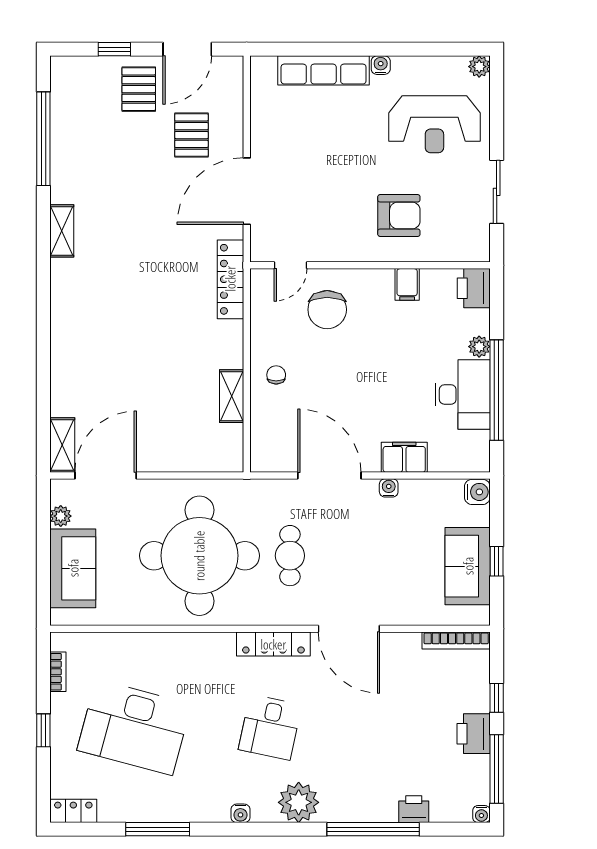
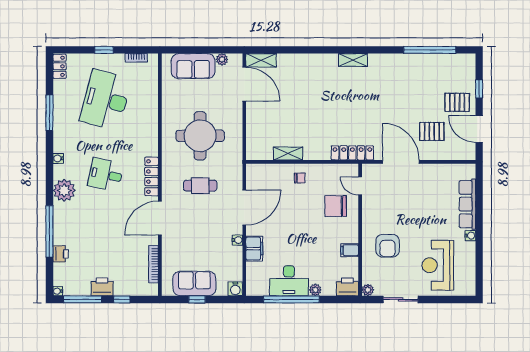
plant: (479, 67) -> (368, 290), moved
shelving: (62, 231) -> (353, 60), moved
round table: (199, 556) -> (200, 136), width x0.73, depth x0.73
bookcase: (456, 640) -> (153, 264), moved

